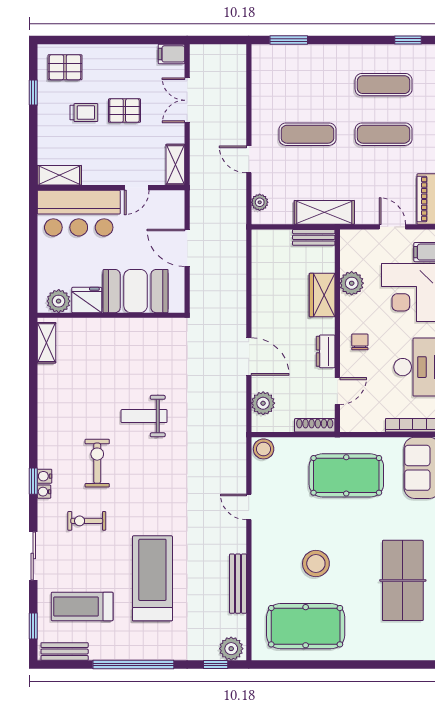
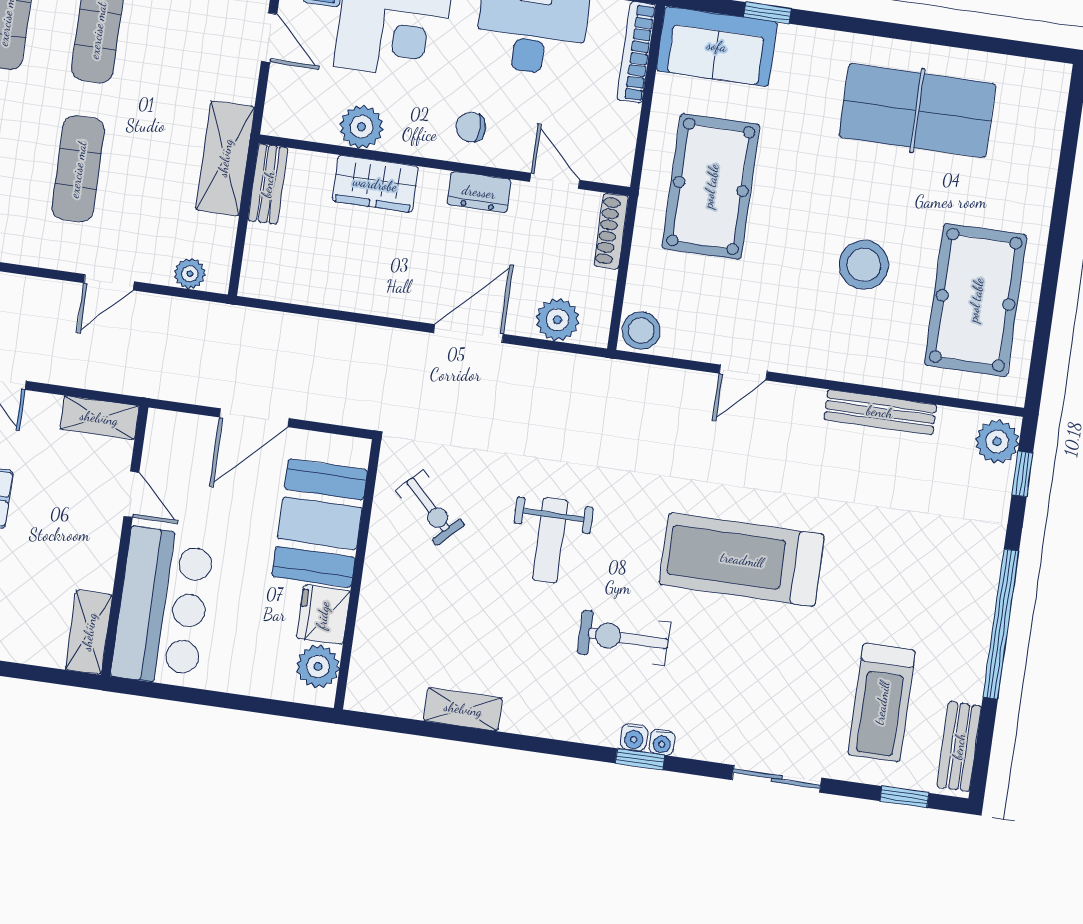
door: (392, 227) -> (269, 38), swing flipped
shelving: (47, 343) -> (463, 709), moved
exercise bike: (87, 521) -> (430, 508), moved, turned -45
treadmill: (152, 578) -> (742, 560), moved

